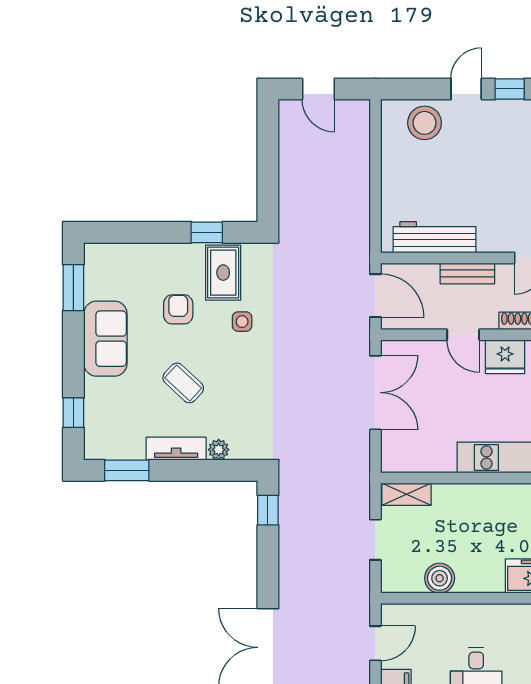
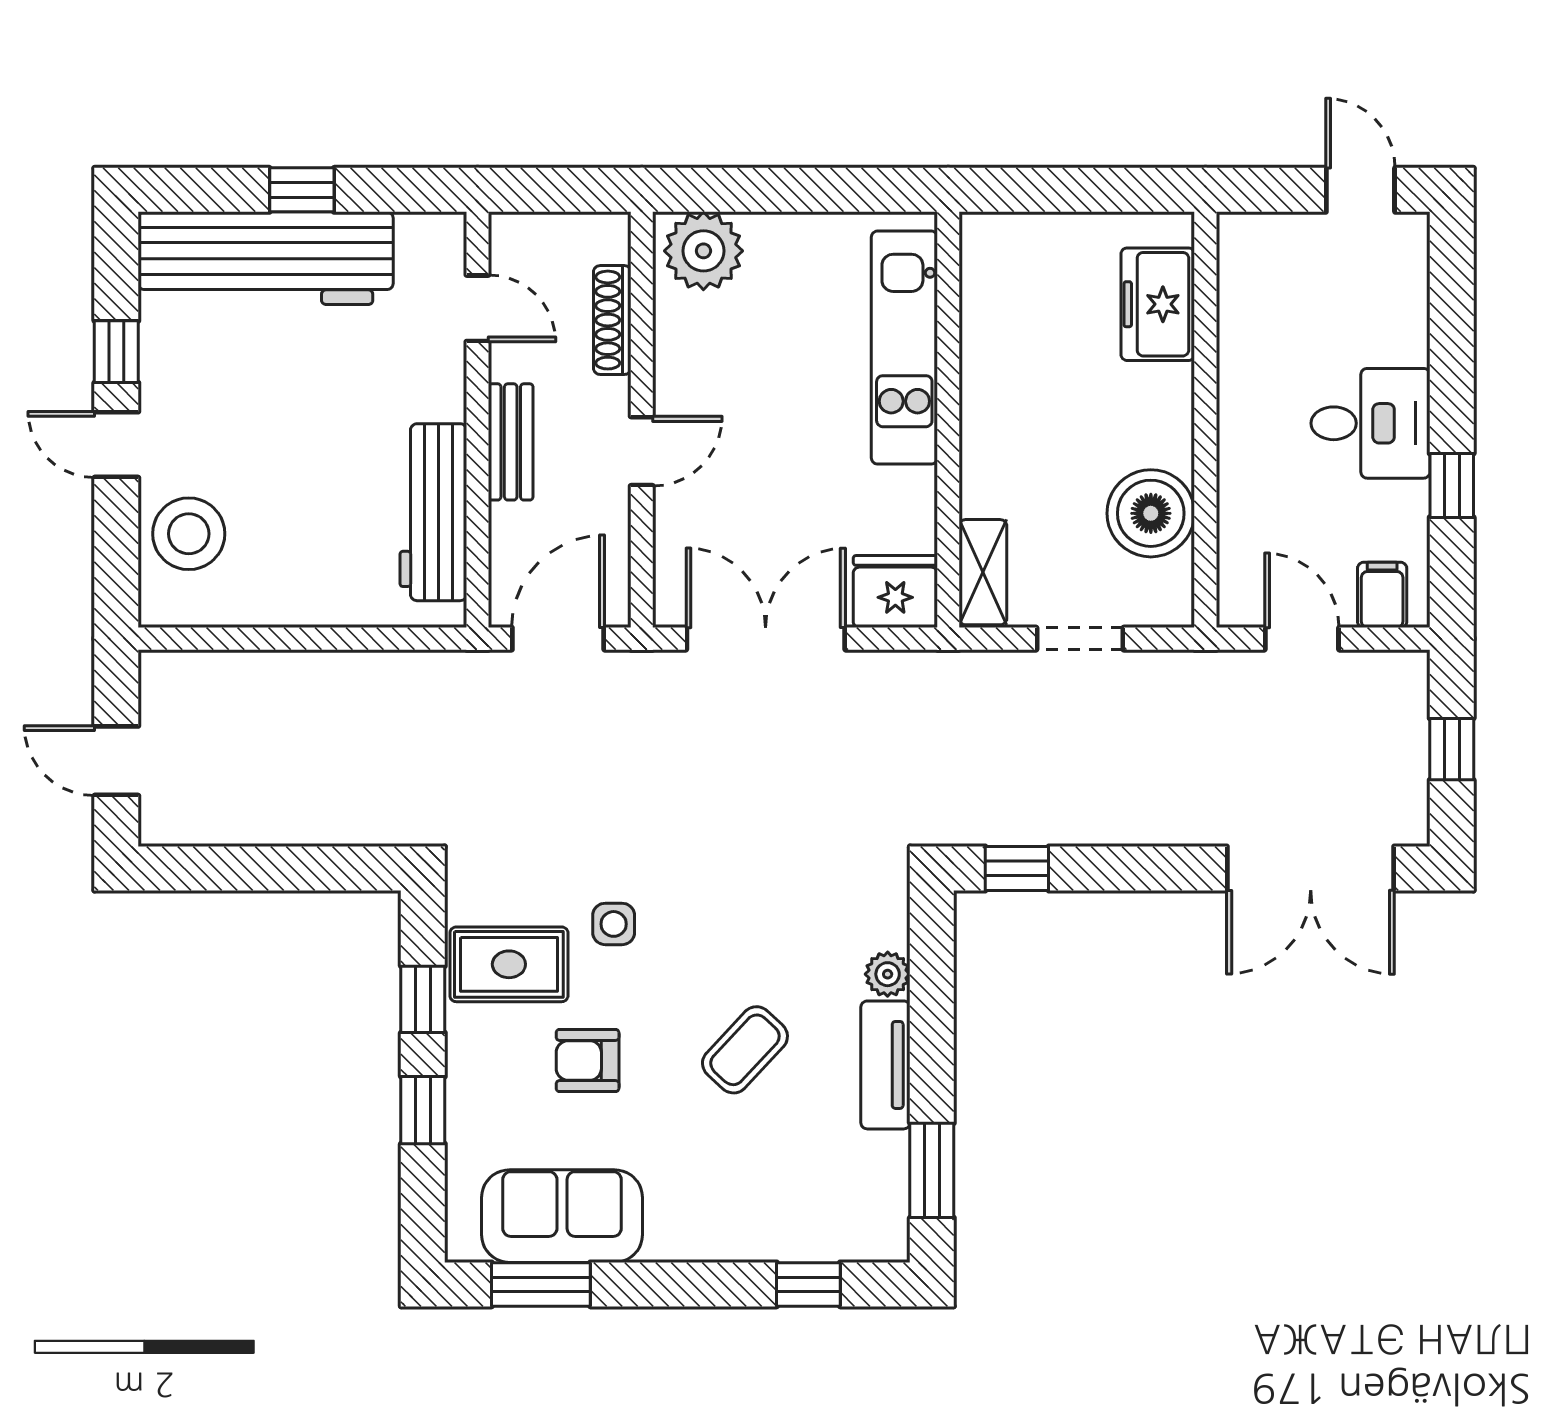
door: (318, 89) -> (116, 761), swing flipped
window: (155, 232) -> (423, 1110), added
sofa: (105, 339) -> (562, 1216), moved
fridge: (505, 357) -> (895, 592), moved, turned -90
boiler: (440, 578) -> (1151, 513), width x1.37, depth x1.37

